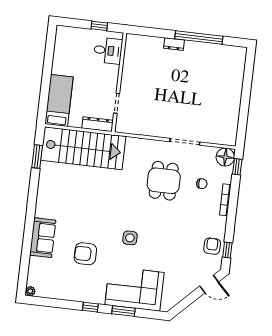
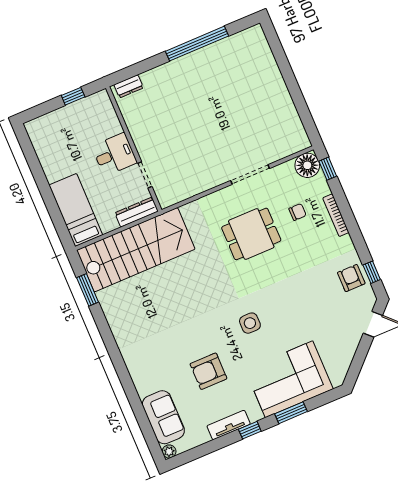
dresser: (174, 44) -> (129, 86), moved
desk: (108, 51) -> (114, 154), moved
dining table: (164, 181) -> (251, 234), turned 90
sofa: (43, 238) -> (163, 417), moved
tv unit: (79, 296) -> (229, 425), added

